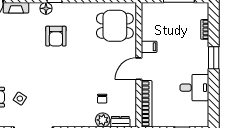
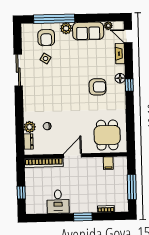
armchair: (56, 36) -> (97, 87), turned 180
filing cabinet: (149, 47) -> (108, 163), moved
door: (139, 69) -> (73, 156), hinge flipped

